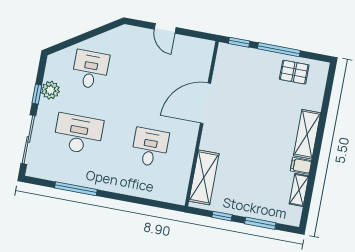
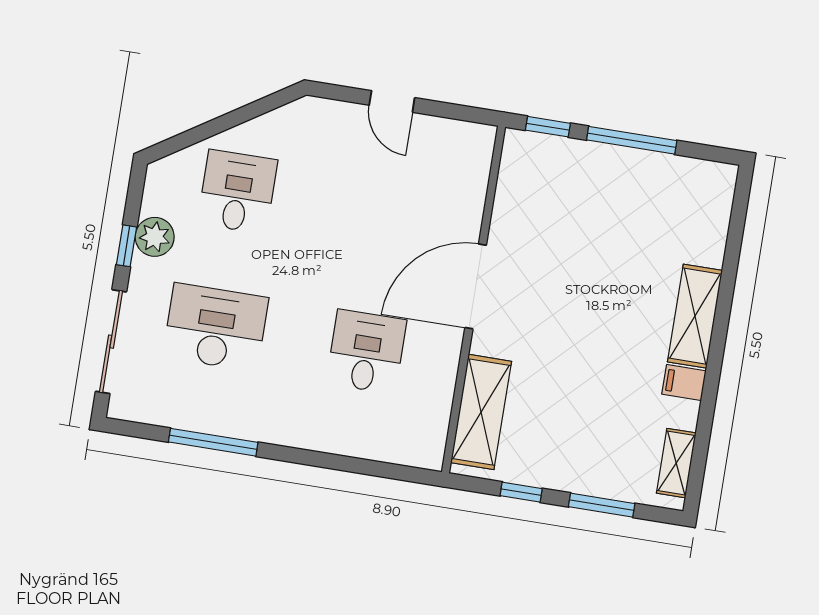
pallet: (294, 72) -> (665, 187), removed
door: (205, 103) -> (476, 286), moved
shelving: (299, 190) -> (676, 463), moved

